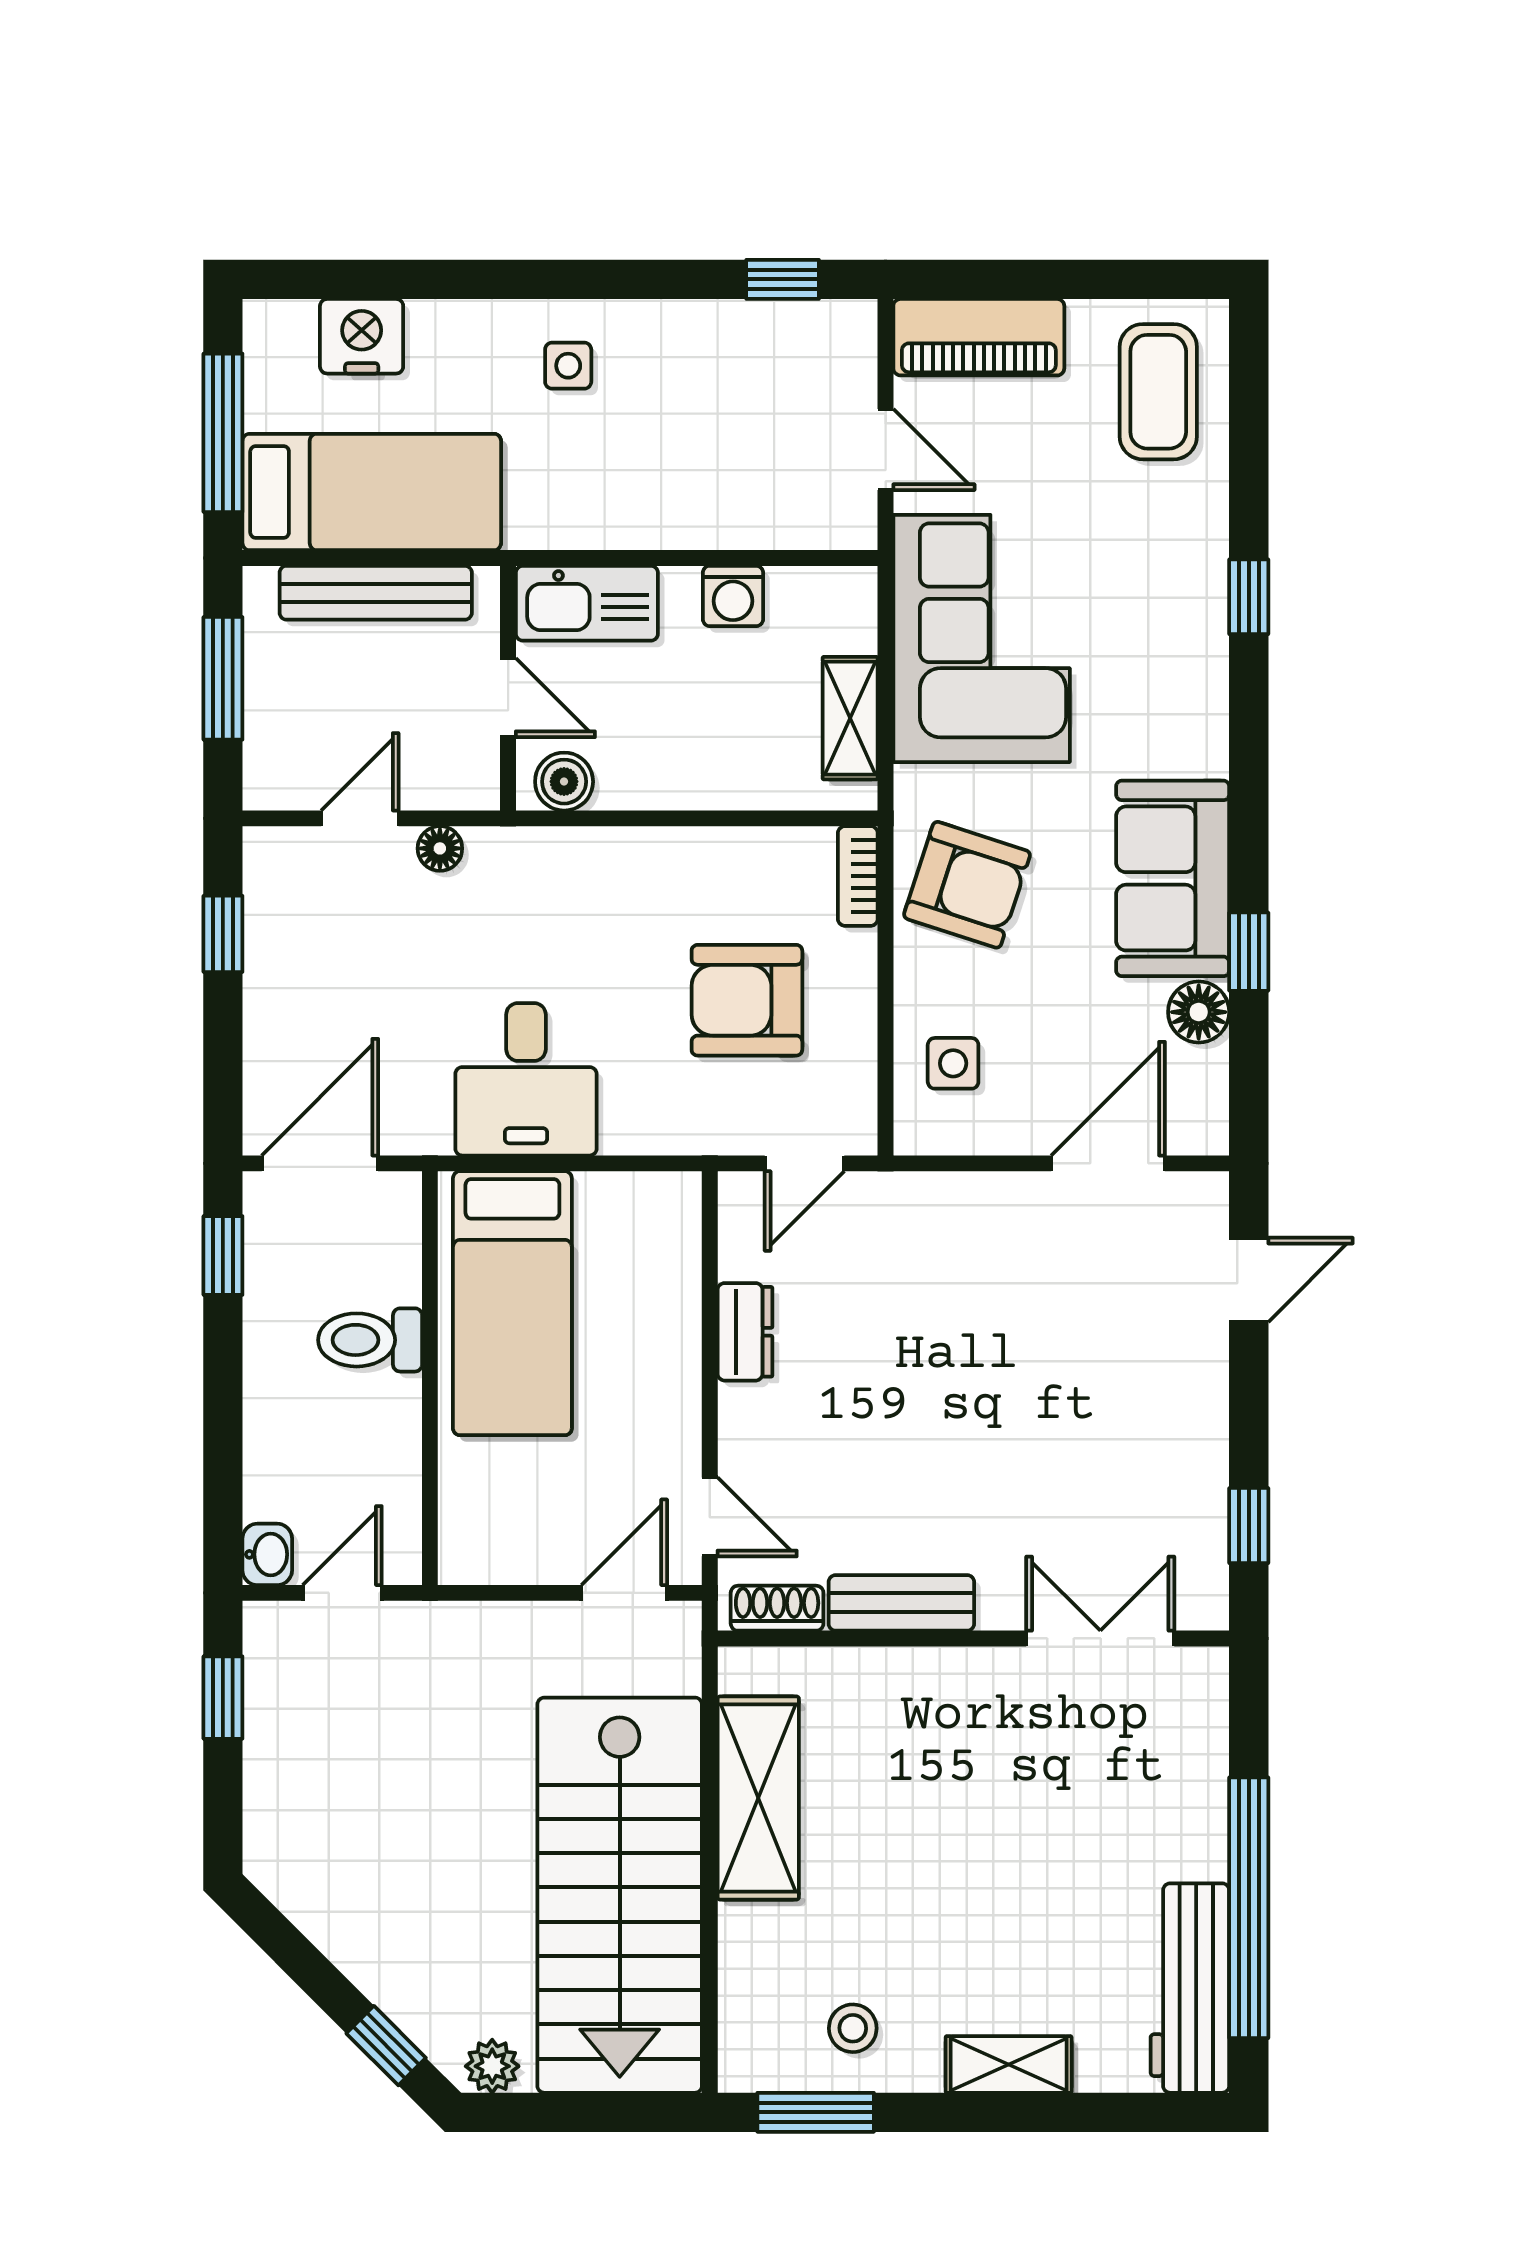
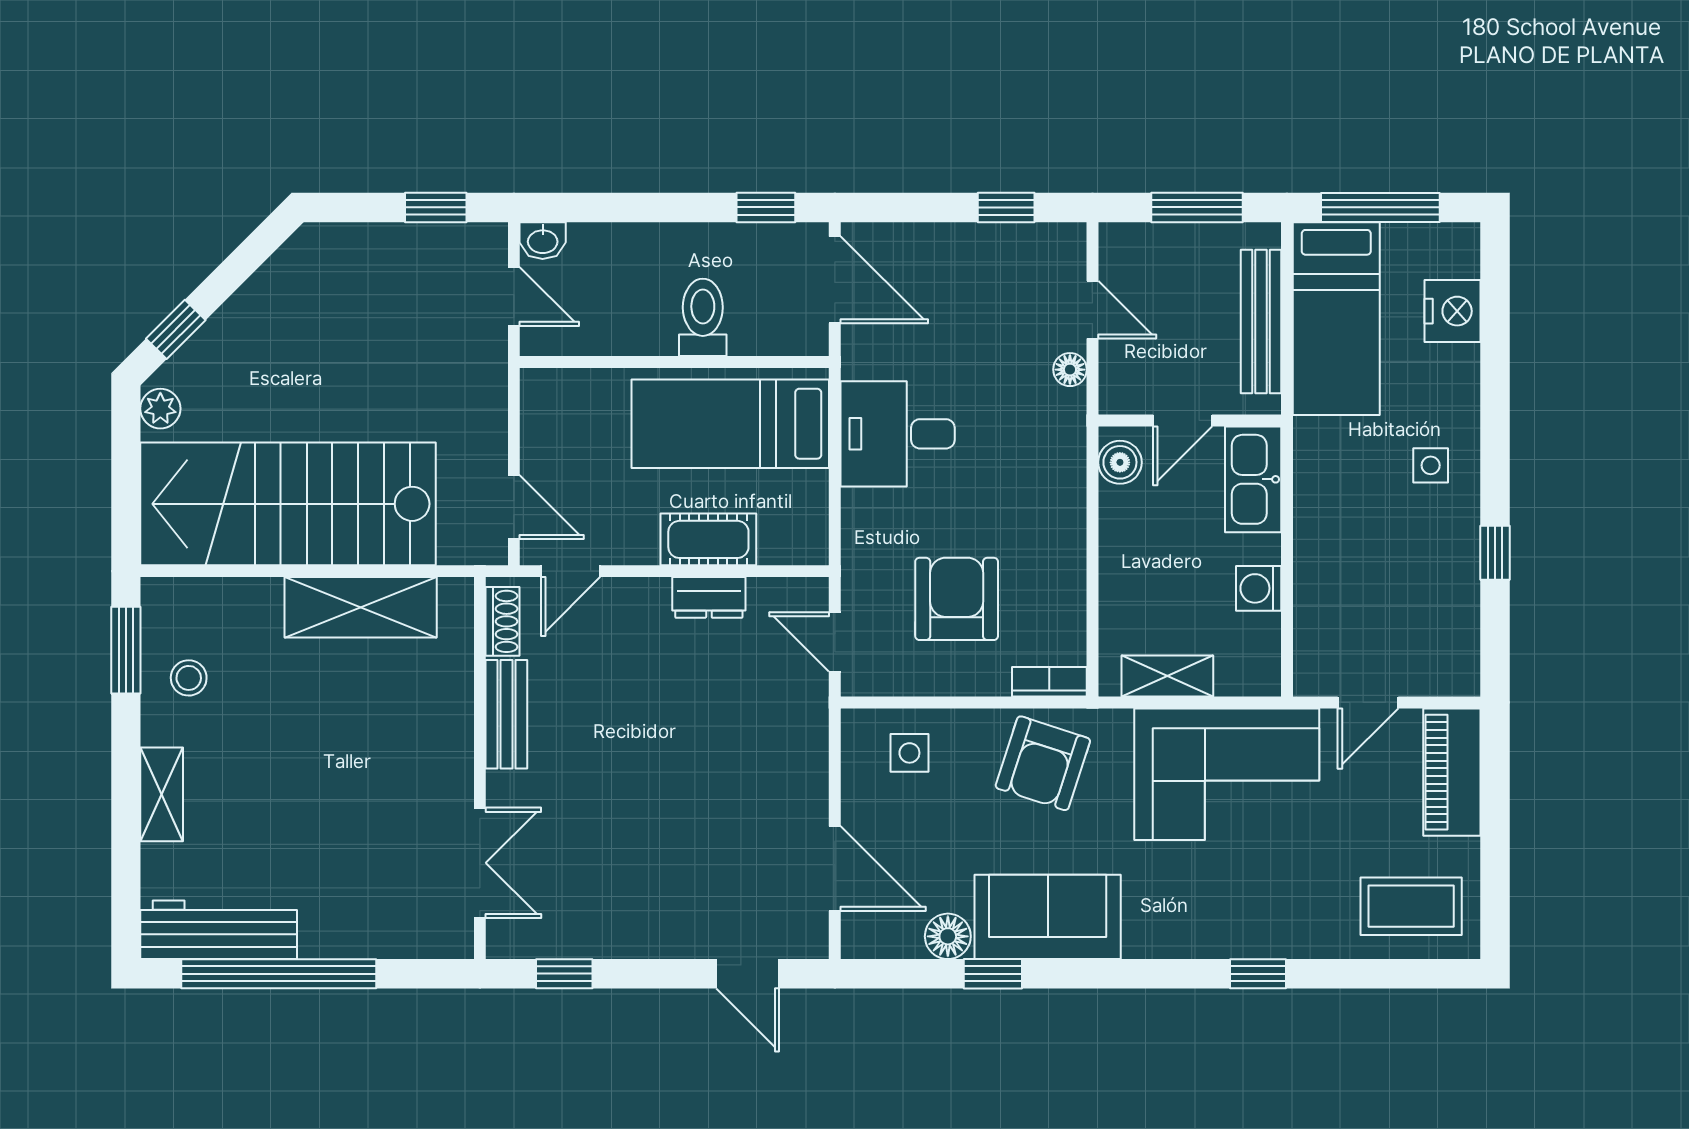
window: (783, 279) -> (1495, 553), moved
cot: (667, 1332) -> (708, 539), added

